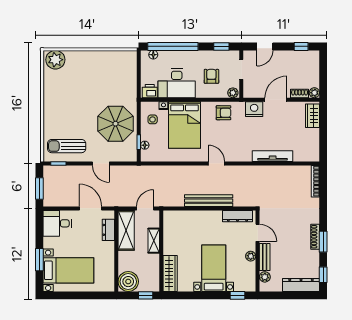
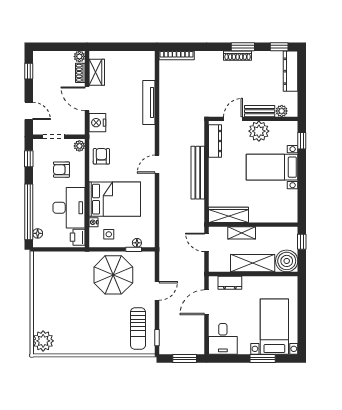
wardrobe: (313, 116) -> (97, 72), moved, turned -90
shelving: (126, 230) -> (253, 263), moved
plant: (251, 256) -> (259, 131), width x1.88, depth x1.88
wardrobe: (170, 273) -> (228, 215), moved

